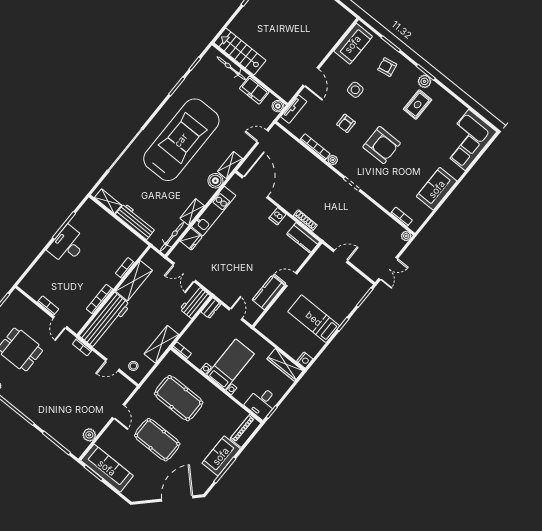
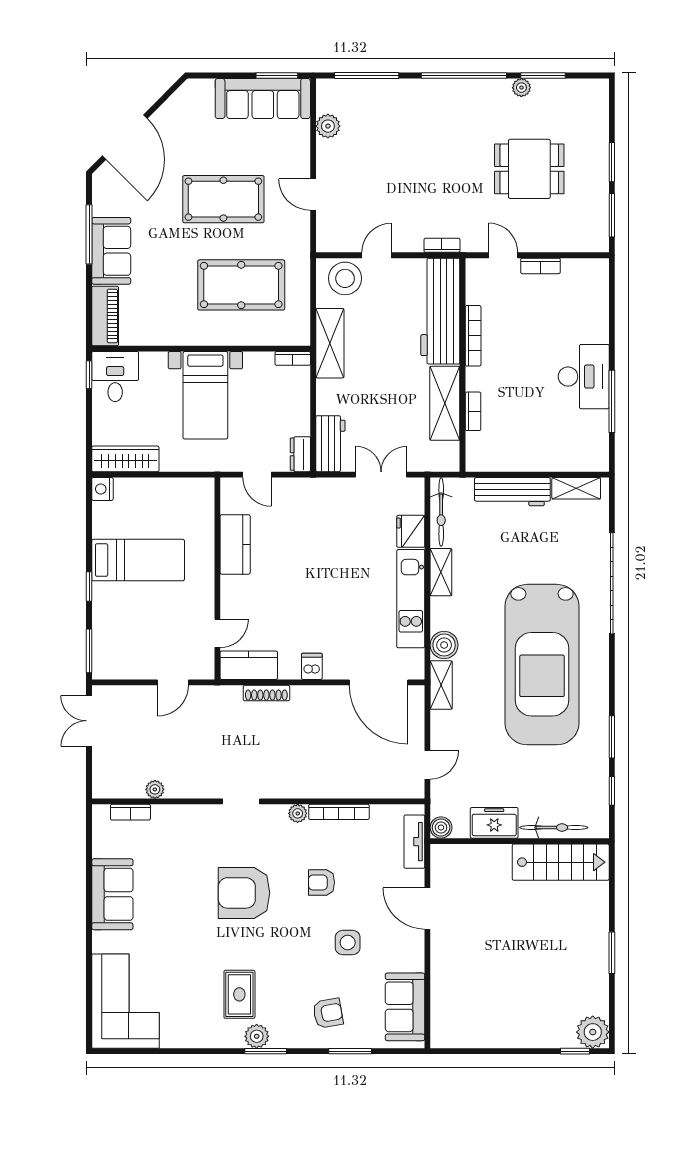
armchair: (346, 123) -> (321, 882), turned -89
plant: (406, 236) -> (155, 789), moved
door: (291, 279) -> (217, 633), moved
stool: (133, 366) -> (345, 278), width x1.89, depth x1.89

